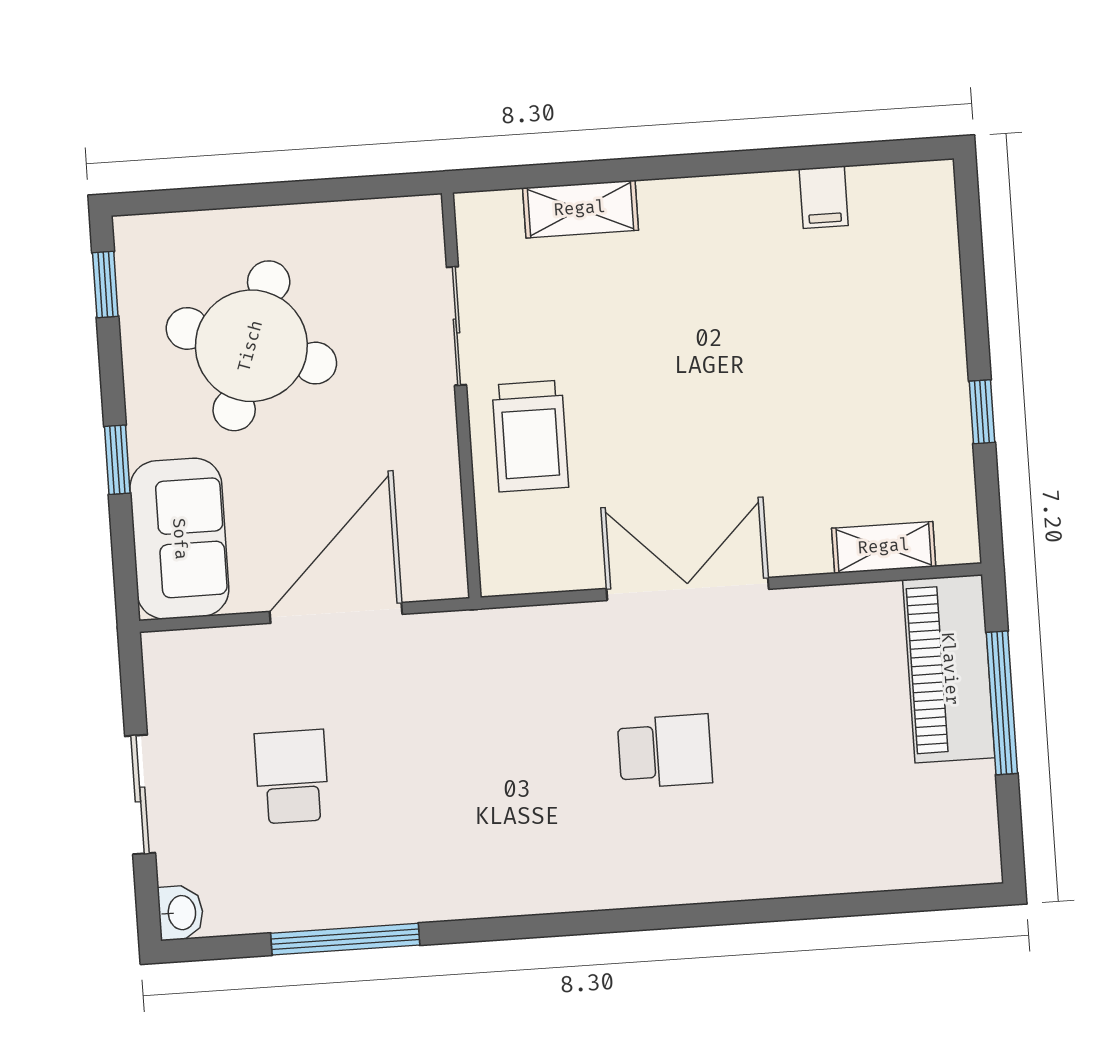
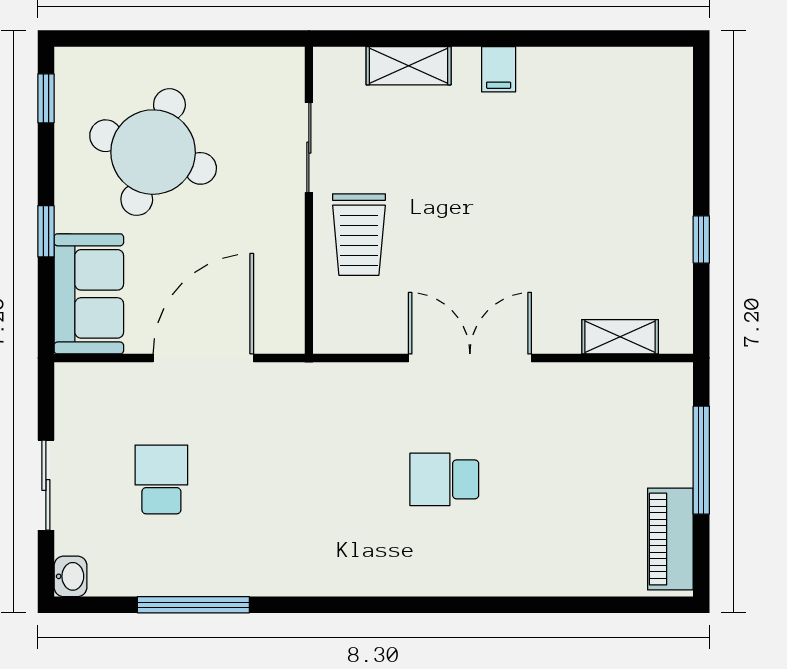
filing cabinet: (824, 197) -> (499, 69), moved
piano: (949, 669) -> (670, 539), moved, width x0.73, depth x0.75
school desk: (665, 751) -> (444, 479), turned 180

